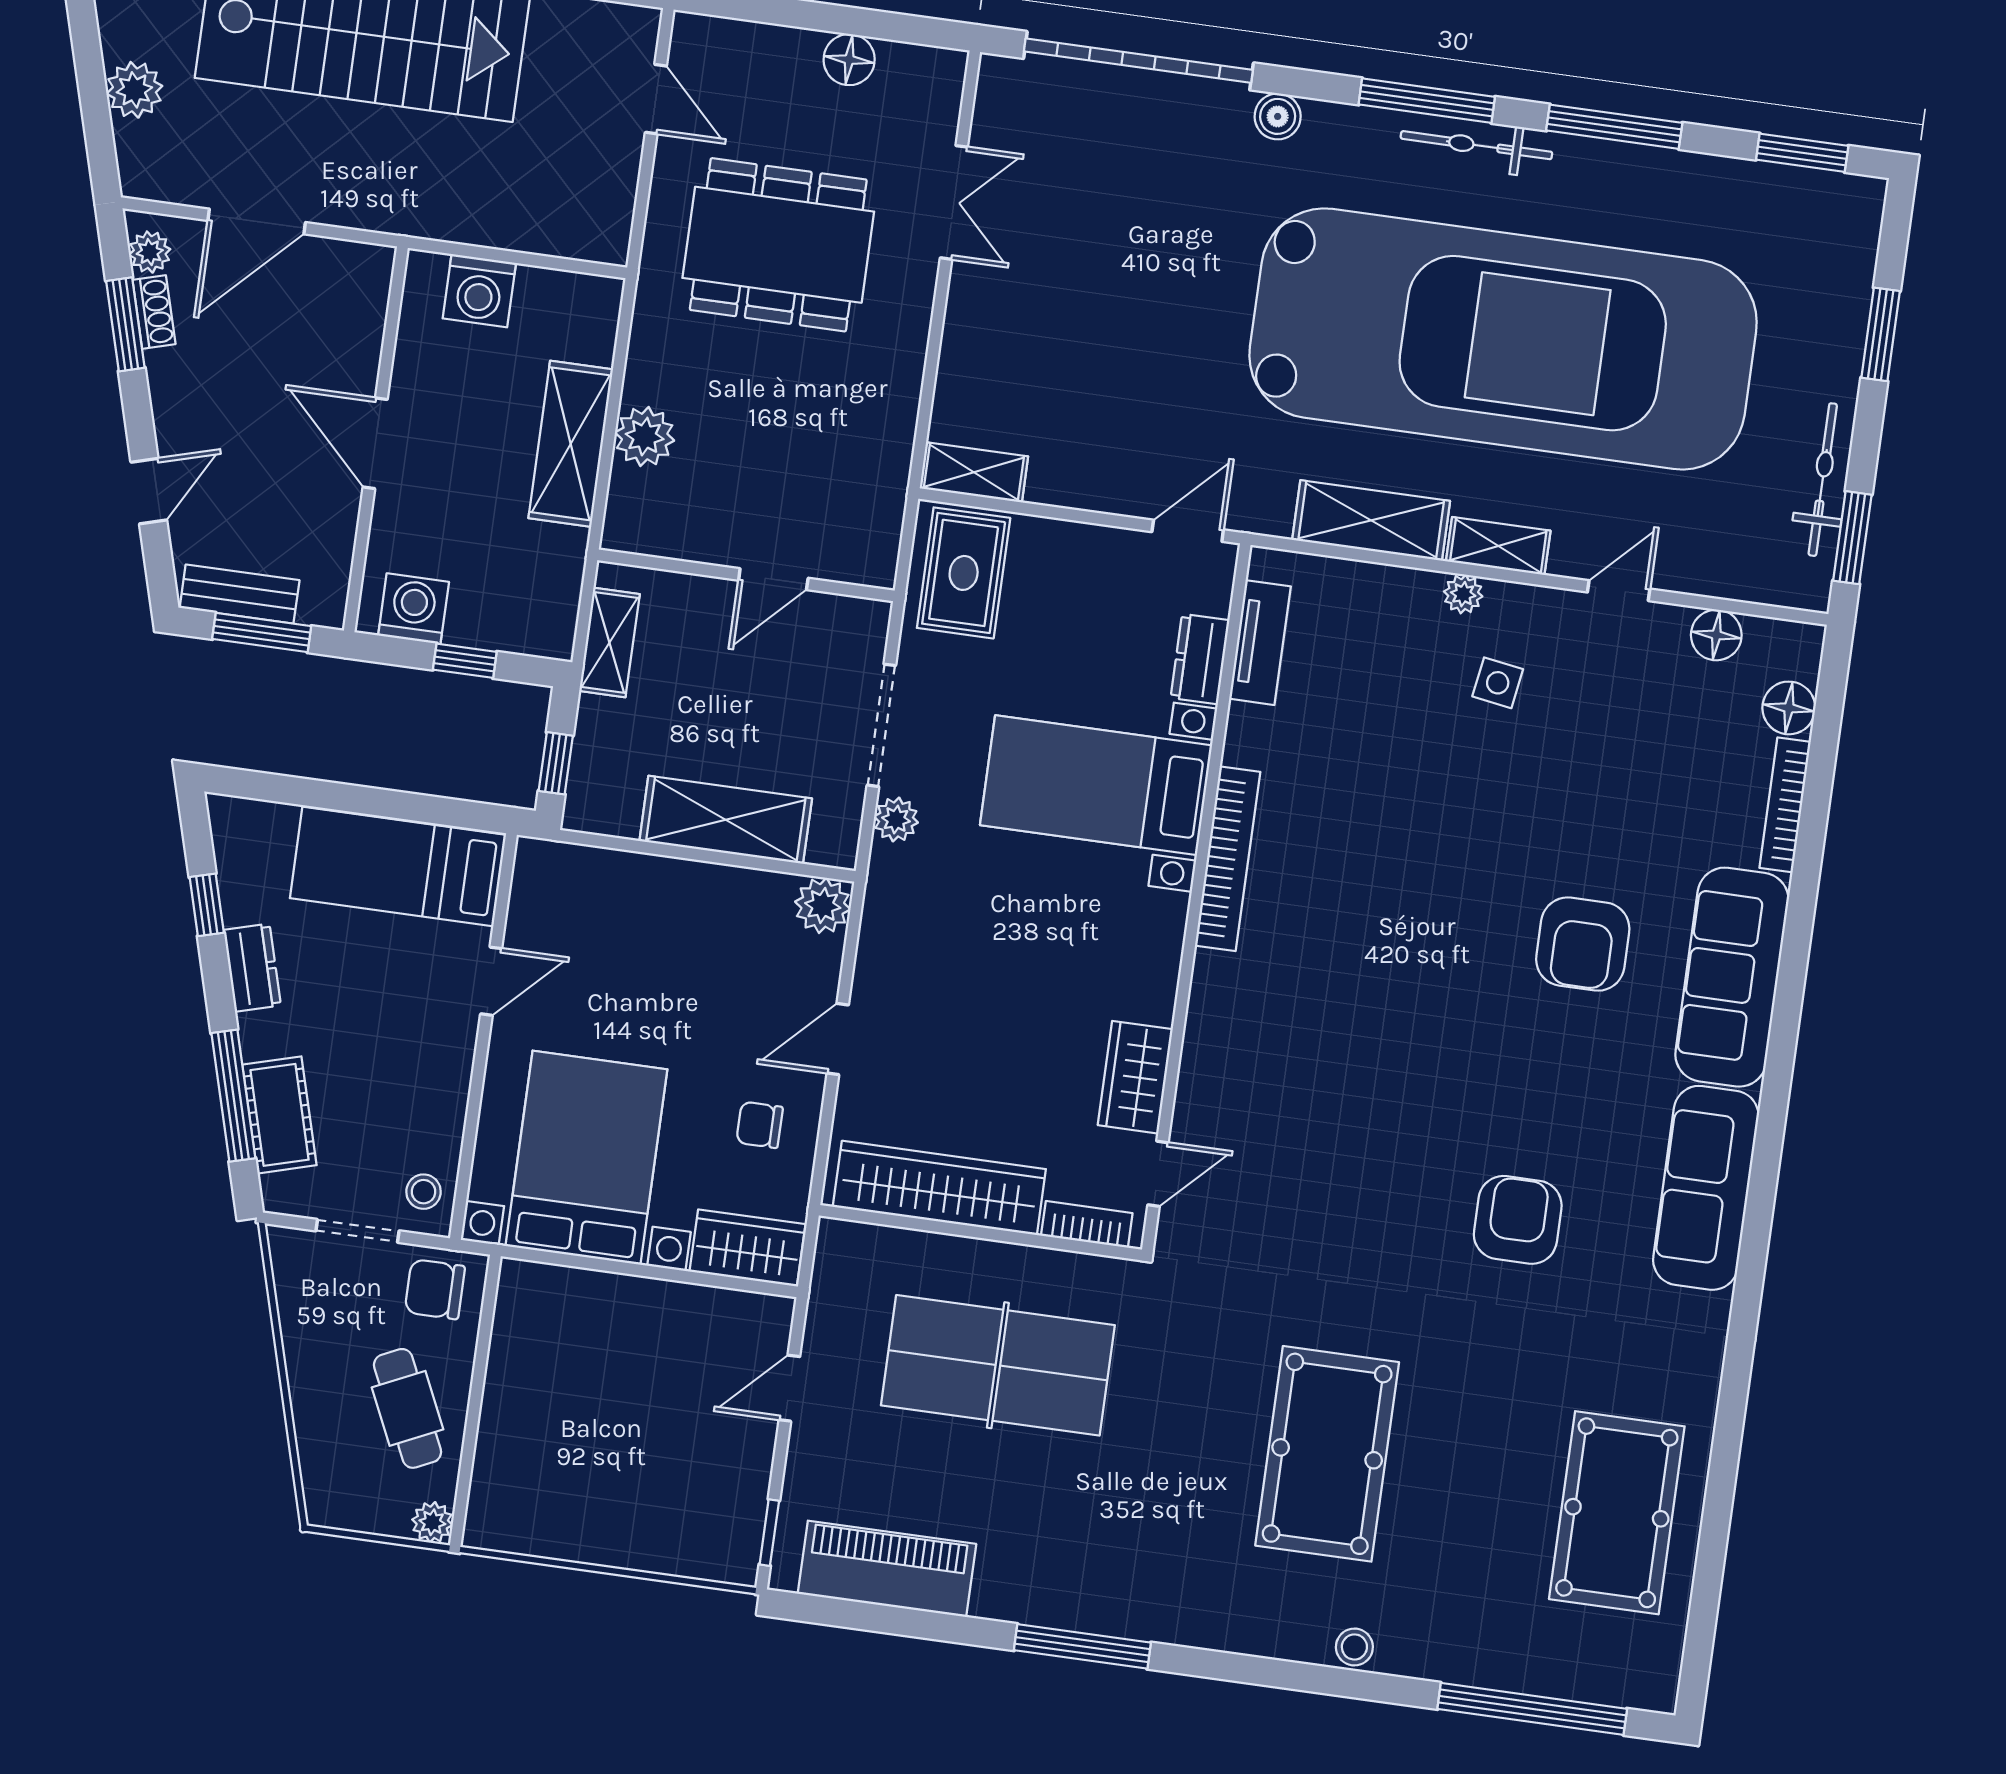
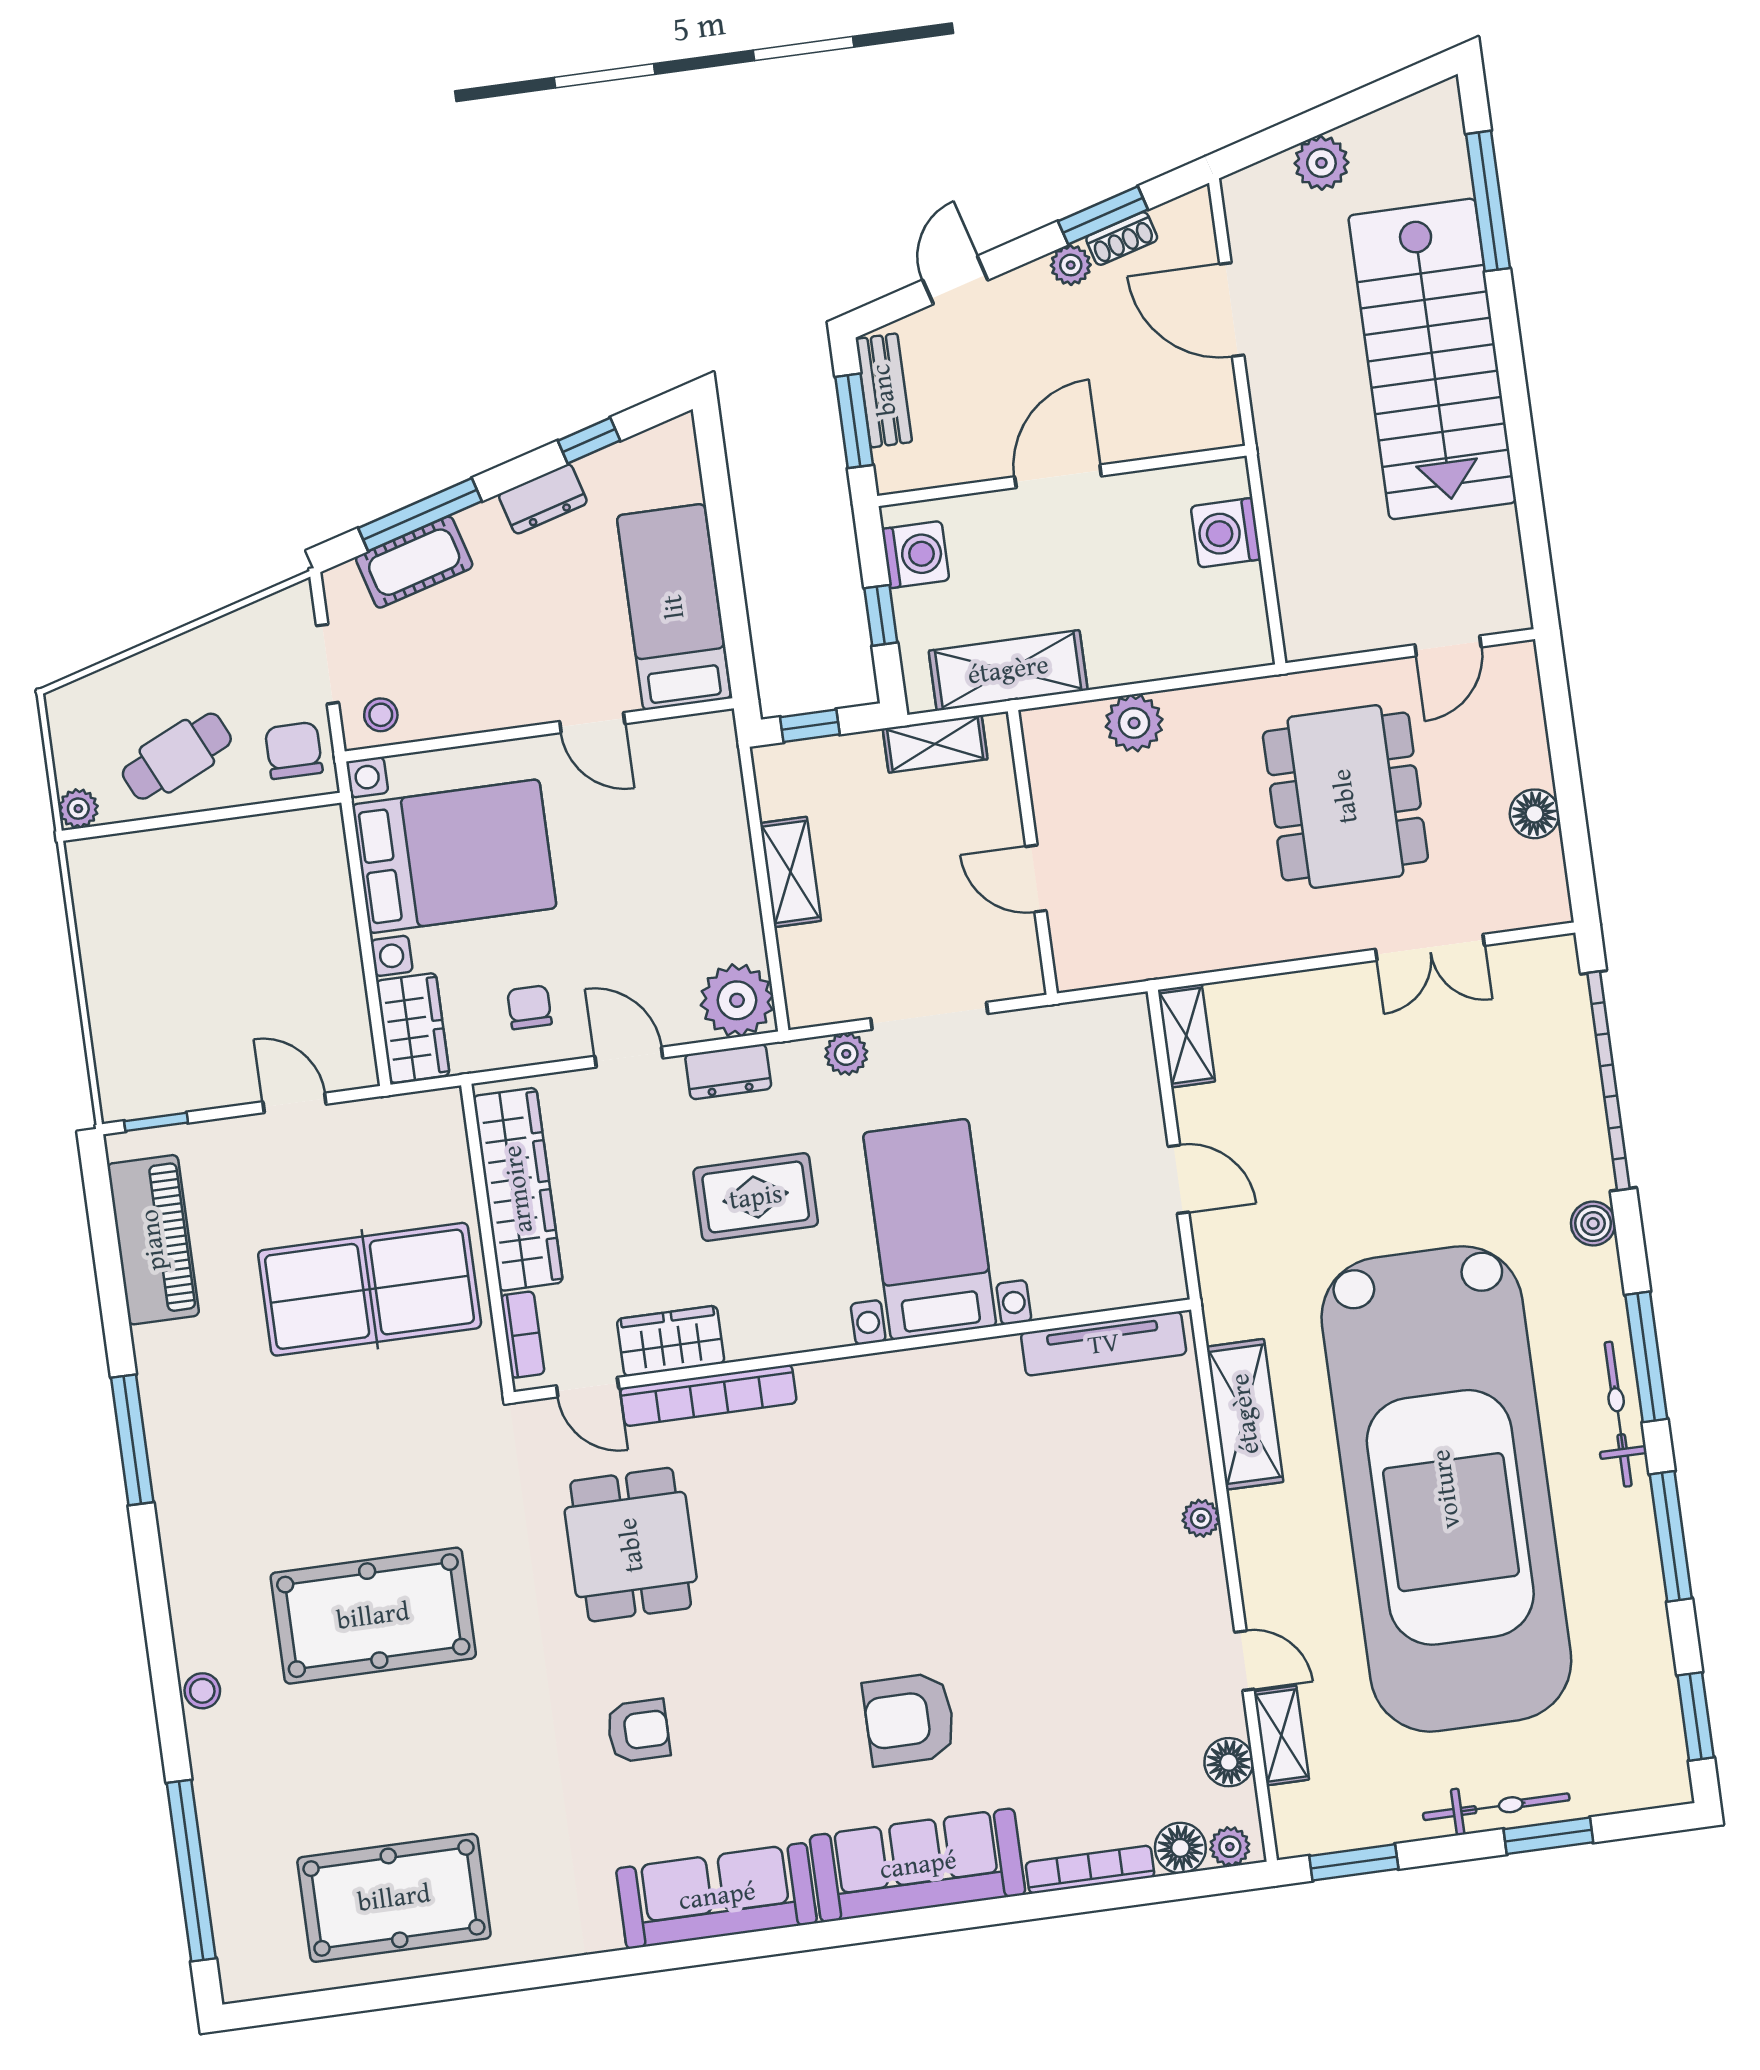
plant: (150, 252) -> (1071, 265), moved
shelving: (571, 444) -> (1008, 670), moved
bicycle: (1823, 480) -> (1496, 1807), moved
door: (149, 491) -> (955, 280), swing flipped
door: (1188, 531) -> (1179, 1179), moved
shelving: (1498, 546) -> (1281, 1735), moved
rug: (964, 573) -> (756, 1197), moved
tv unit: (1260, 643) -> (1104, 1344), width x1.41
plant: (1802, 658) -> (1230, 1847), added
dresser: (1200, 659) -> (728, 1072), moved, turned 180
side table: (1498, 683) -> (1128, 1573), removed
shelving: (726, 820) -> (790, 872), width x0.67, depth x0.75
bookcase: (1228, 859) -> (708, 1395), moved
plant: (823, 905) -> (737, 1000), width x1.36, depth x1.36
dining table: (1328, 1175) -> (631, 1545), added
armchair: (1518, 1220) -> (638, 1731), width x0.72, depth x0.72
table tennis table: (998, 1365) -> (370, 1289), turned 90

